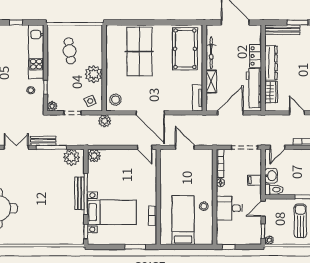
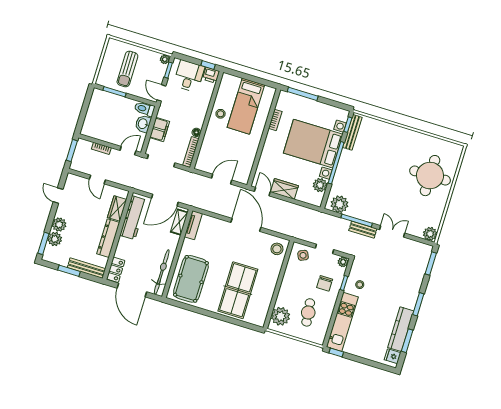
window: (16, 22) -> (336, 352), moved
bicycle: (211, 53) -> (162, 272), width x1.37, depth x1.40
locker: (255, 56) -> (116, 270), moved
plant: (94, 74) -> (281, 316), moved
shelving: (211, 81) -> (179, 222), moved
chair: (63, 82) -> (325, 283), added
plant: (105, 121) -> (295, 231), removed
double door: (16, 147) -> (392, 231), swing flipped
door: (185, 147) -> (222, 179), swing flipped
plant: (94, 156) -> (320, 185), moved
wardrobe: (125, 156) -> (284, 189), added
filing cabinet: (255, 180) -> (160, 130), width x2.00
bench: (79, 193) -> (352, 132), moved
desk: (229, 208) -> (189, 76), moved, turned -90
door: (263, 209) -> (161, 93), swing flipped
bed with nightstands: (112, 212) -> (313, 144), width x1.36
printer: (223, 238) -> (211, 75), added
window: (135, 247) -> (303, 94), width x1.44

